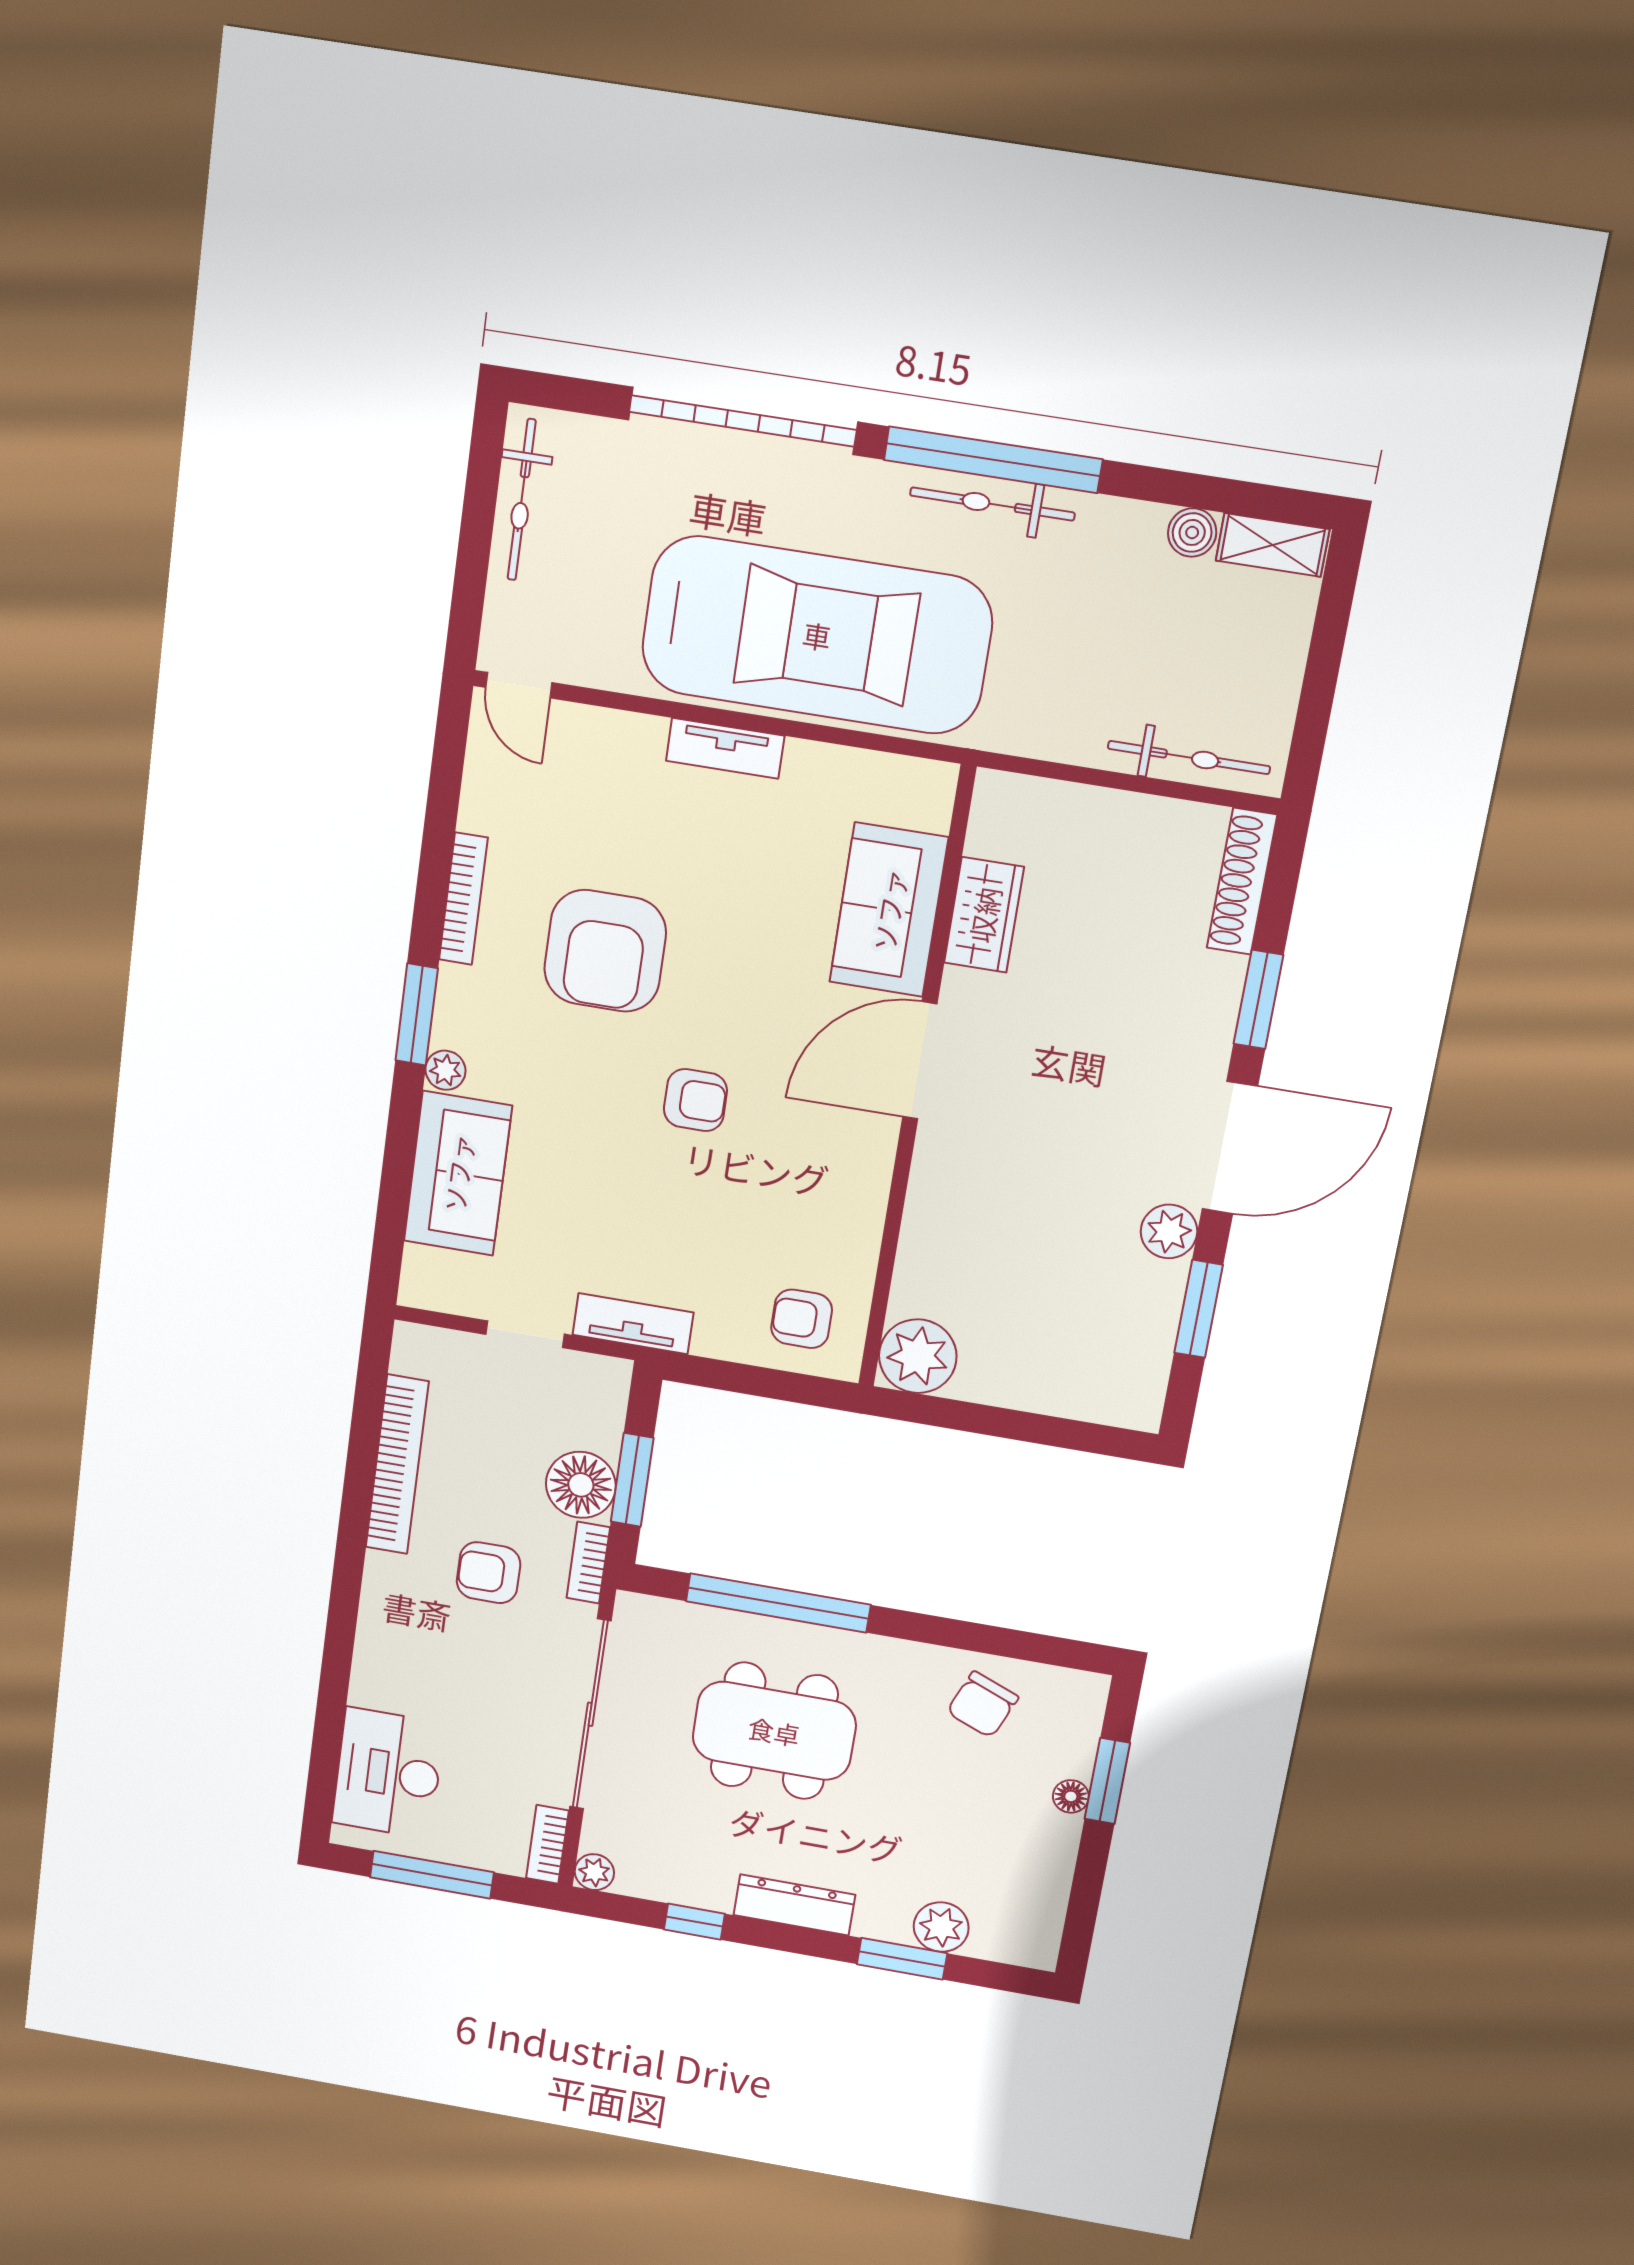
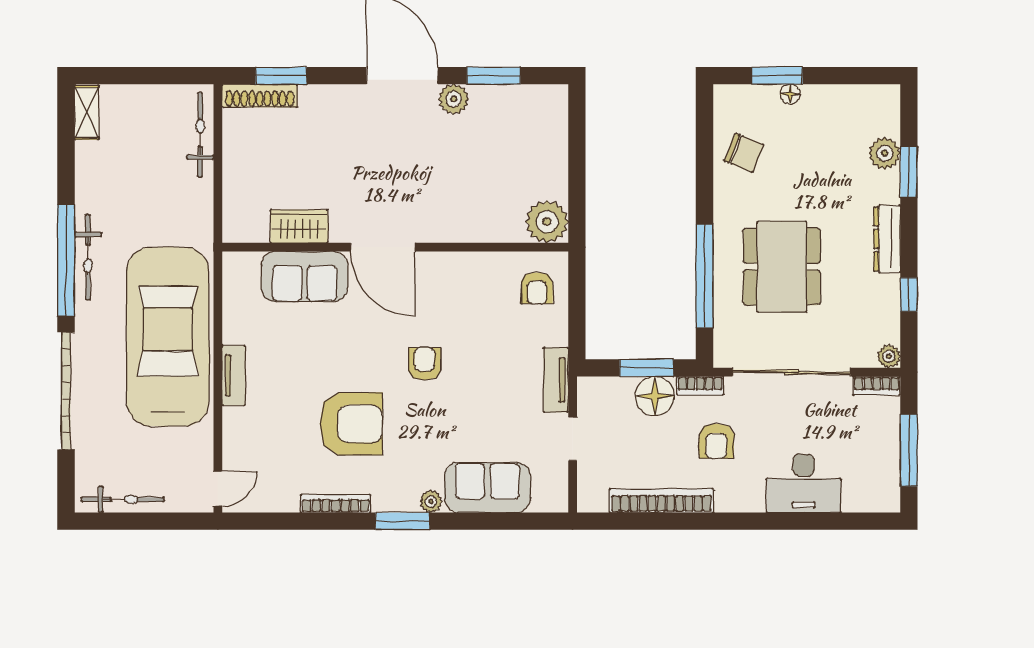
boiler: (1192, 533) -> (87, 154), removed
window: (1258, 999) -> (281, 76), moved
desk: (388, 1773) -> (804, 483), moved

